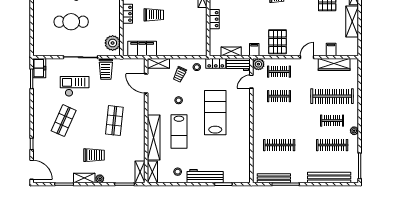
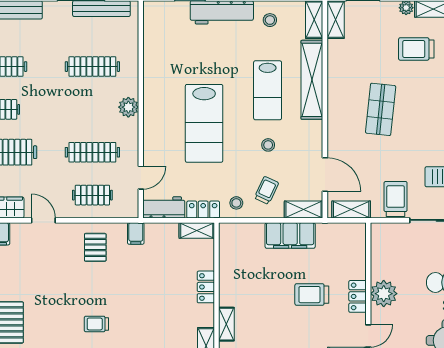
pallet: (277, 42) -> (95, 247), width x0.67, depth x0.71
plant: (113, 43) -> (384, 294), moved
filing cabinet: (142, 49) -> (290, 235), moved
shelving: (231, 51) -> (197, 231), moved
door: (307, 57) -> (43, 220), swing flipped
shelving: (131, 63) -> (351, 210), added
plant: (258, 64) -> (128, 107), moved
clothes rail: (279, 96) -> (92, 152), width x1.36
lab bench: (179, 132) -> (268, 90), turned 180

